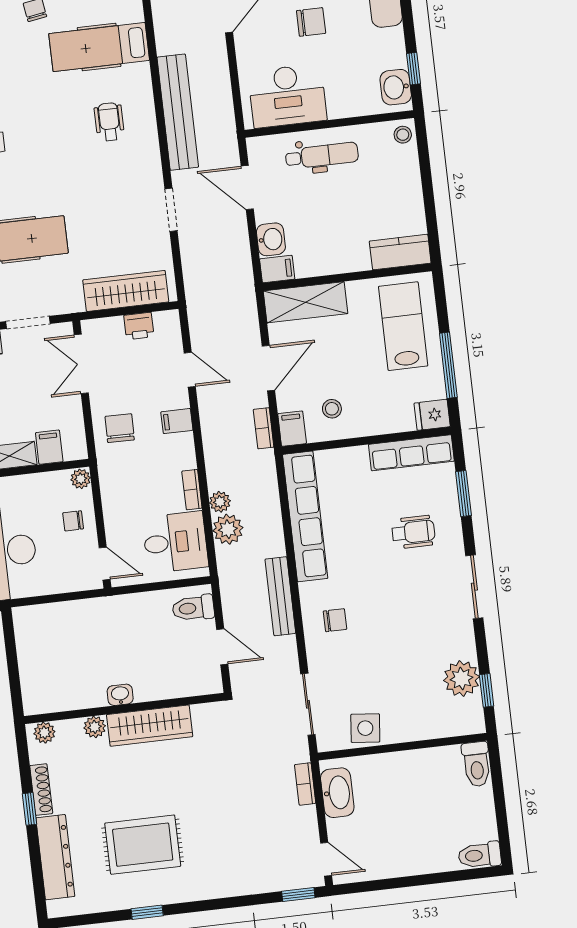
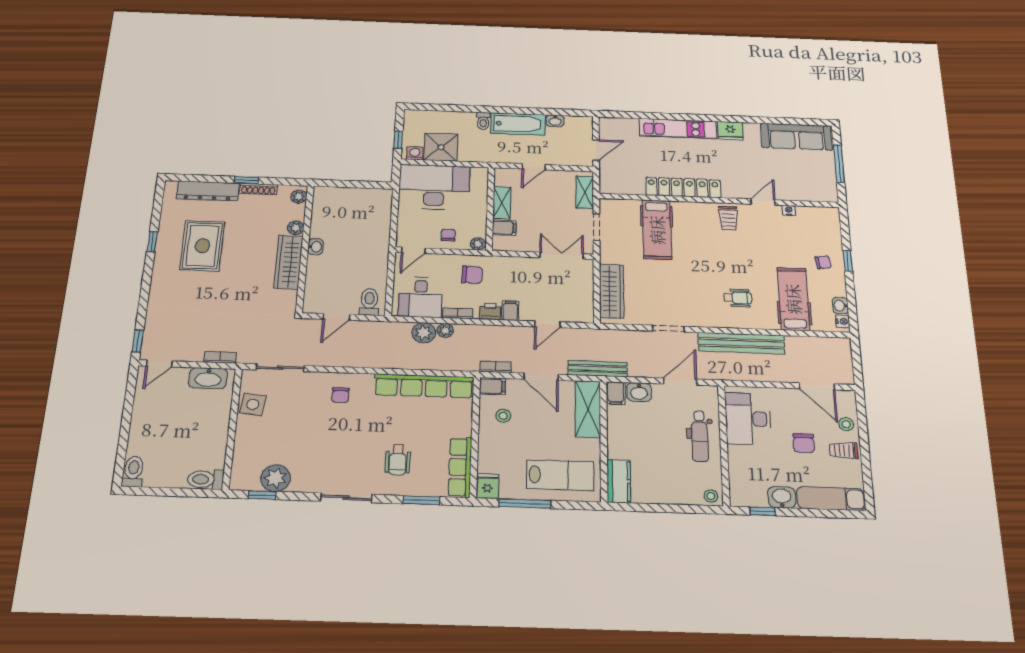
washbasin: (396, 87) -> (782, 497), moved
printer: (139, 326) -> (490, 311), moved, turned 90
chair: (120, 428) -> (472, 275), moved
bench: (280, 596) -> (598, 369), moved

